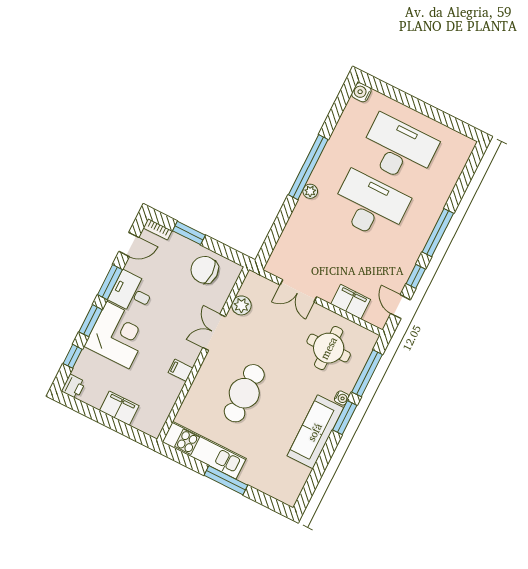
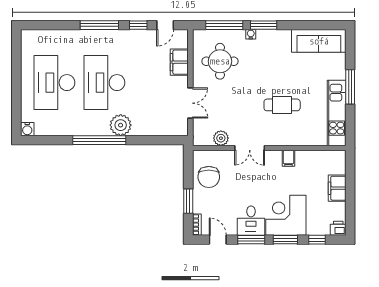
plant: (310, 191) -> (121, 125), width x1.88, depth x1.88
cafe table: (244, 393) -> (282, 105), width x0.73, depth x0.74
sofa: (315, 432) -> (319, 41), moved

